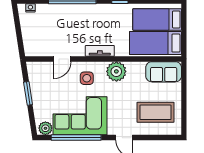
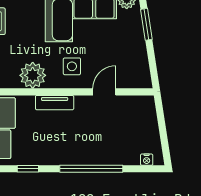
window: (28, 93) -> (146, 24), moved

